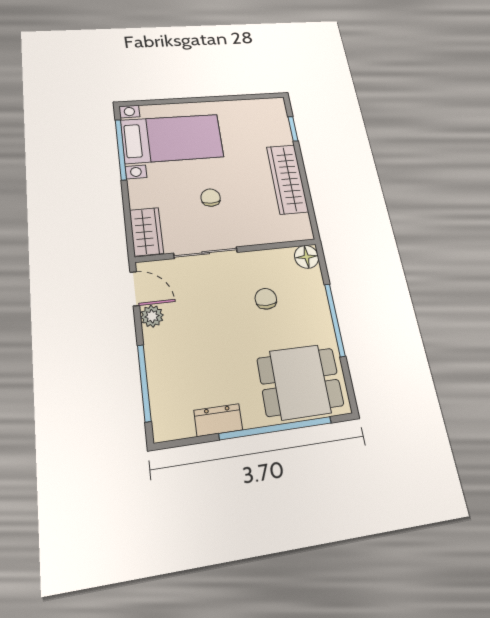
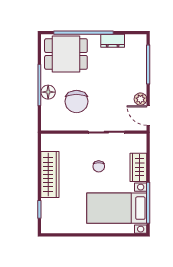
wardrobe: (146, 232) -> (138, 167), moved
floor lamp: (307, 257) -> (48, 92), moved
chair: (266, 299) -> (76, 101), width x1.87, depth x1.87

